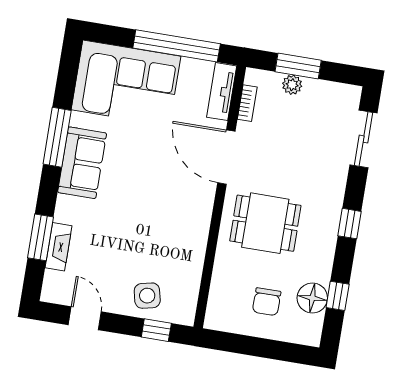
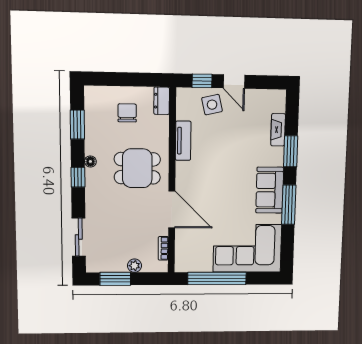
window: (298, 66) -> (115, 279), moved
tv unit: (222, 92) -> (183, 141), moved
window: (40, 237) -> (291, 151), moved
window: (338, 296) -> (77, 125), width x1.50
floor lamp: (312, 298) -> (90, 161), moved, width x0.53, depth x0.53
dresser: (216, 311) -> (162, 101), added
door: (85, 318) -> (234, 82), moved

